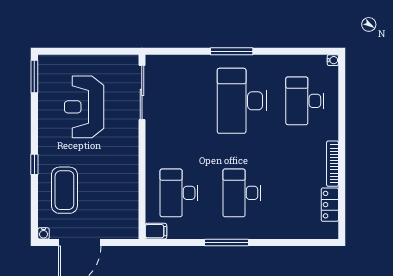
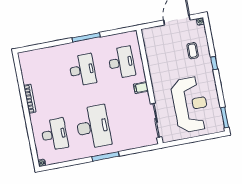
reception desk: (84, 107) -> (190, 105), width x1.36, depth x1.30
coffee table: (64, 190) -> (193, 51), width x0.54, depth x0.58
locker: (330, 205) -> (27, 73), removed
filing cabinet: (156, 231) -> (141, 88), moved

